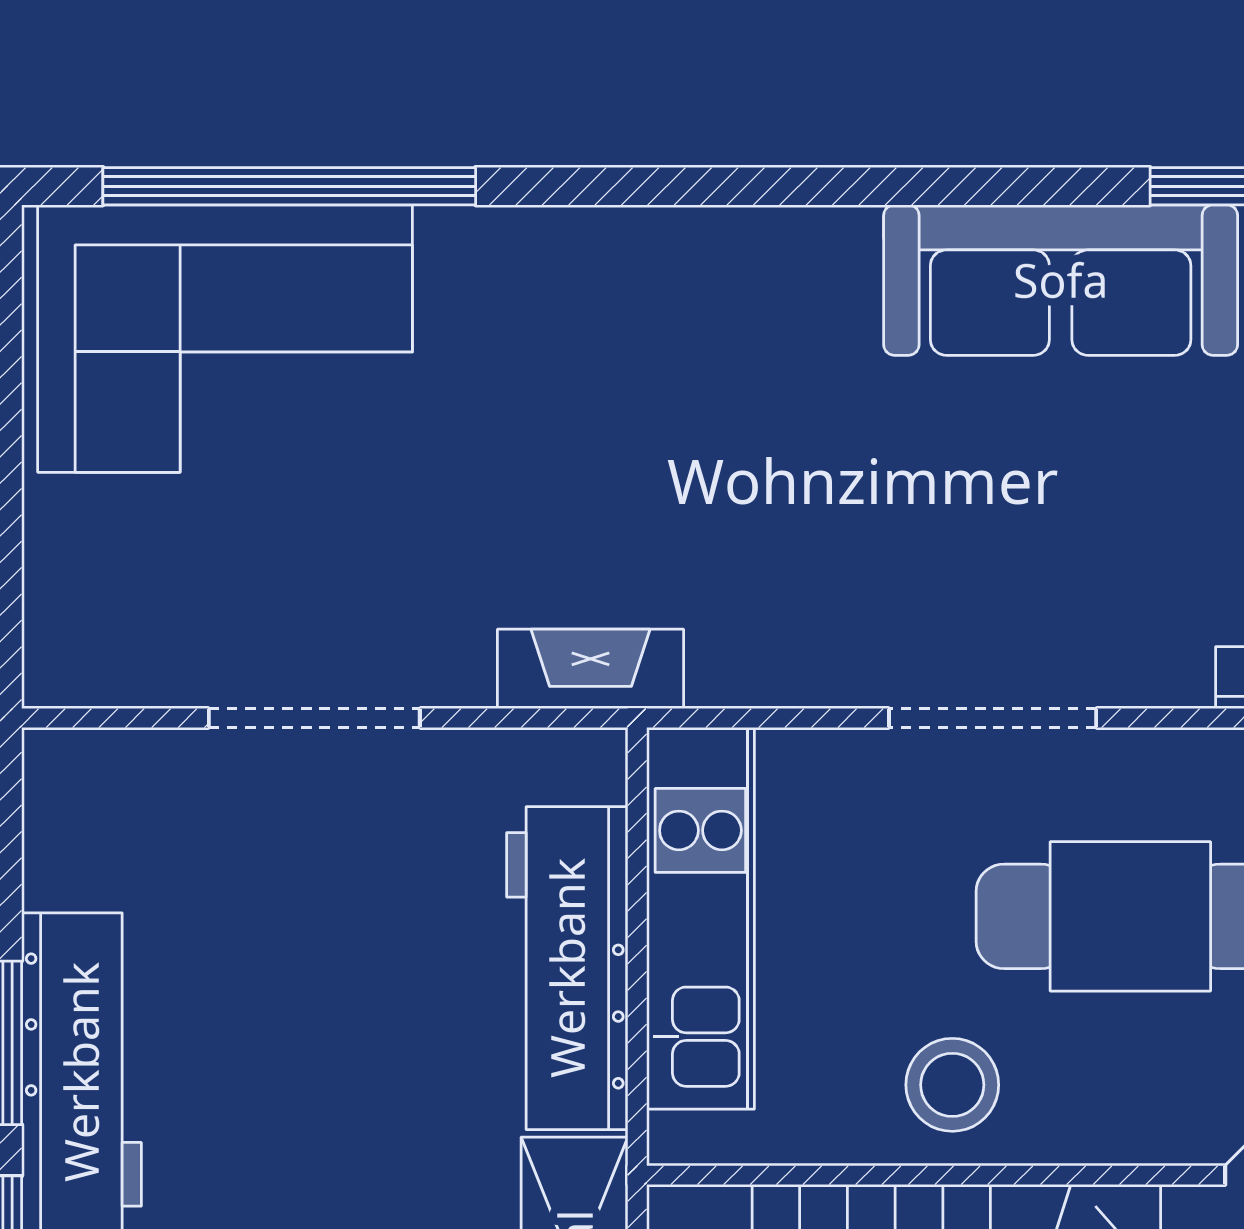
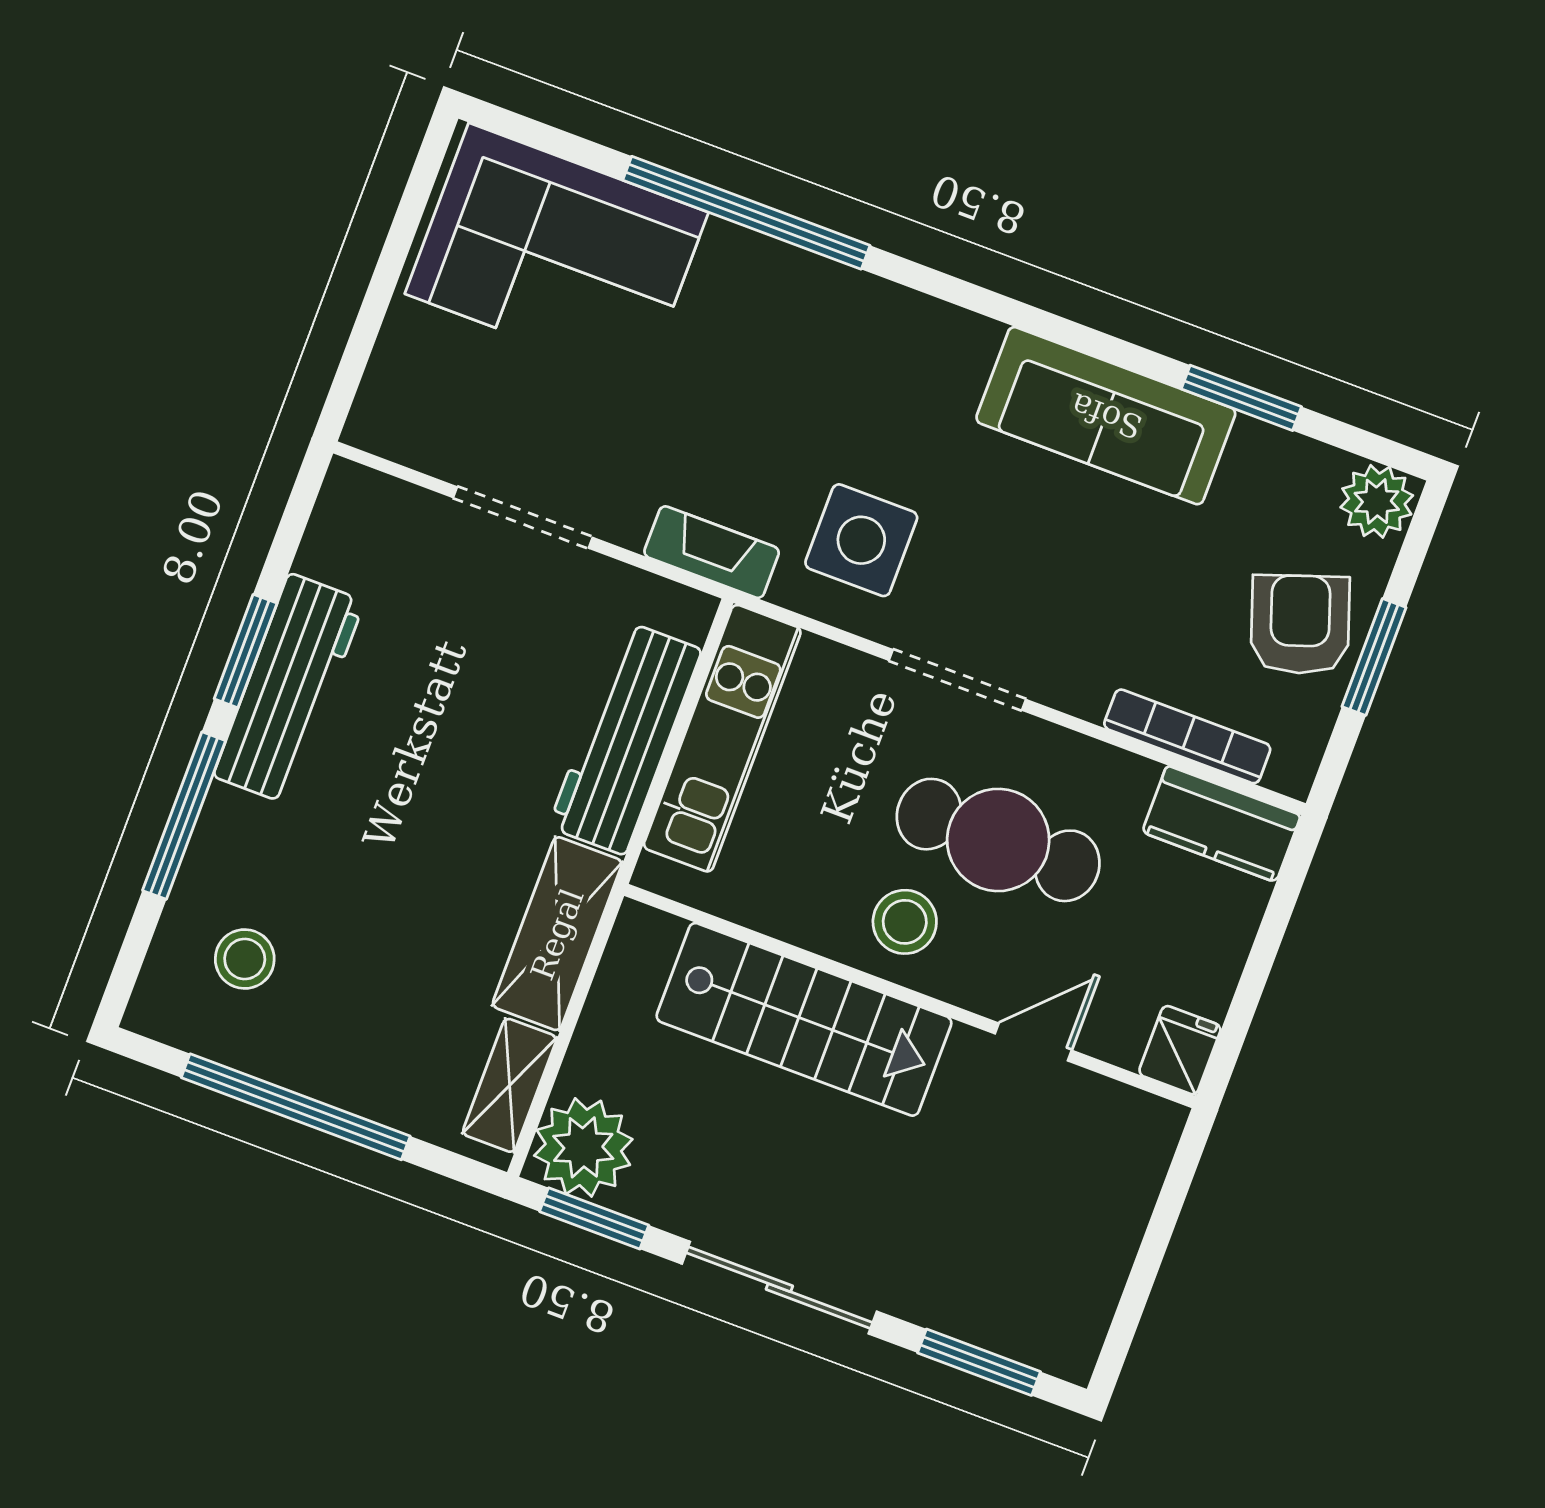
window: (289, 186) -> (746, 213), moved
side table: (789, 576) -> (861, 540), added
stool: (952, 1085) -> (905, 922), moved

